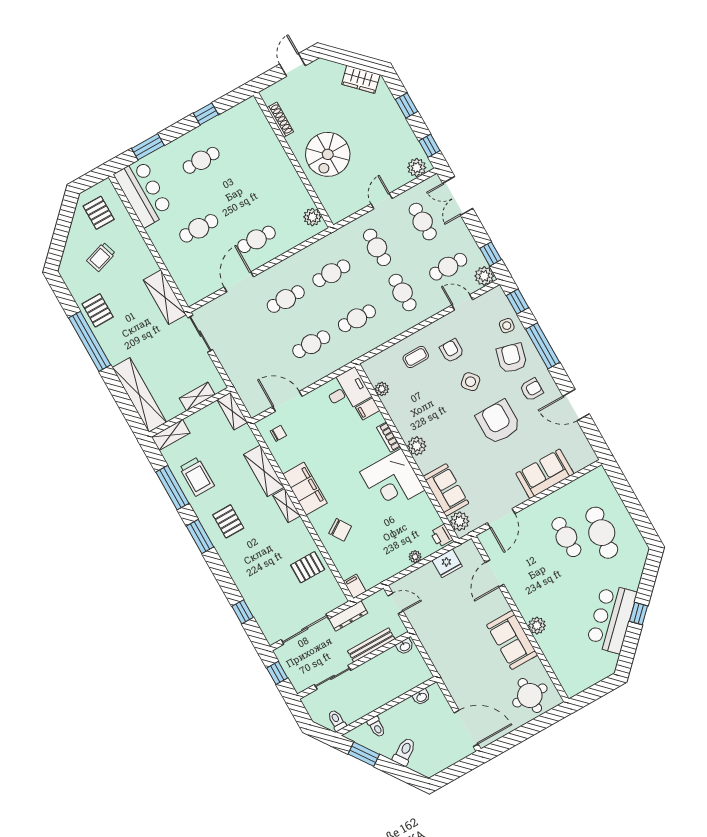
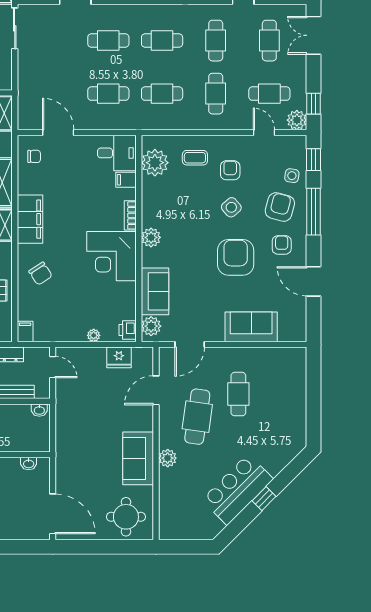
plant: (382, 389) -> (155, 163), width x1.87, depth x1.87
armchair: (531, 389) -> (282, 245), turned -90
cafe table: (602, 533) -> (197, 417), moved

